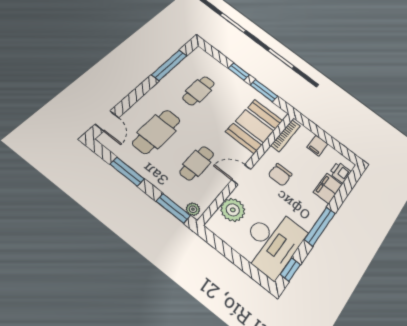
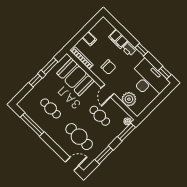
printer: (340, 172) -> (129, 49), moved
window: (320, 226) -> (141, 50), width x0.46

